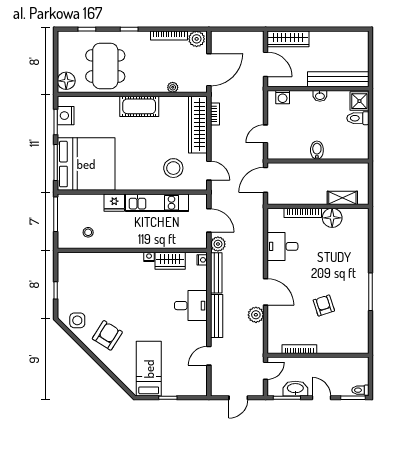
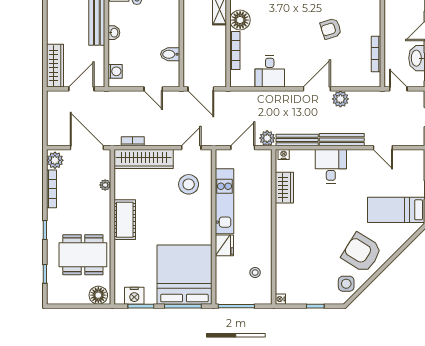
bidet: (317, 150) -> (170, 54), moved
nightstand: (149, 257) -> (280, 299), moved
armchair: (107, 335) -> (362, 253), width x1.36, depth x1.36

